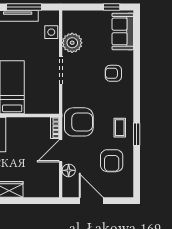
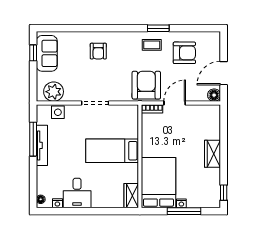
sofa: (123, 31) -> (47, 53), moved, turned -90
plant: (72, 43) -> (54, 92), moved
door: (61, 151) -> (175, 103), swing flipped
floor lamp: (69, 170) -> (214, 95), moved

